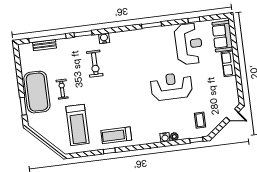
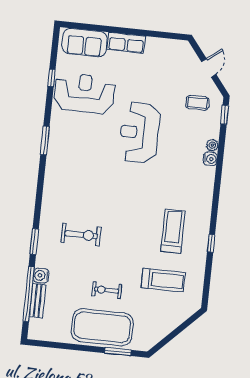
water cooler: (104, 38) -> (41, 275), moved
door: (232, 115) -> (209, 68), moved
treadmill: (78, 125) -> (163, 280), width x0.73, depth x0.73
treadmill: (116, 135) -> (173, 231), moved, turned 180

